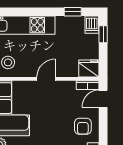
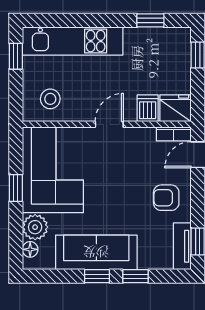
dishwasher: (92, 25) -> (148, 108), moved, turned 180
armchair: (83, 126) -> (166, 198), turned 90

